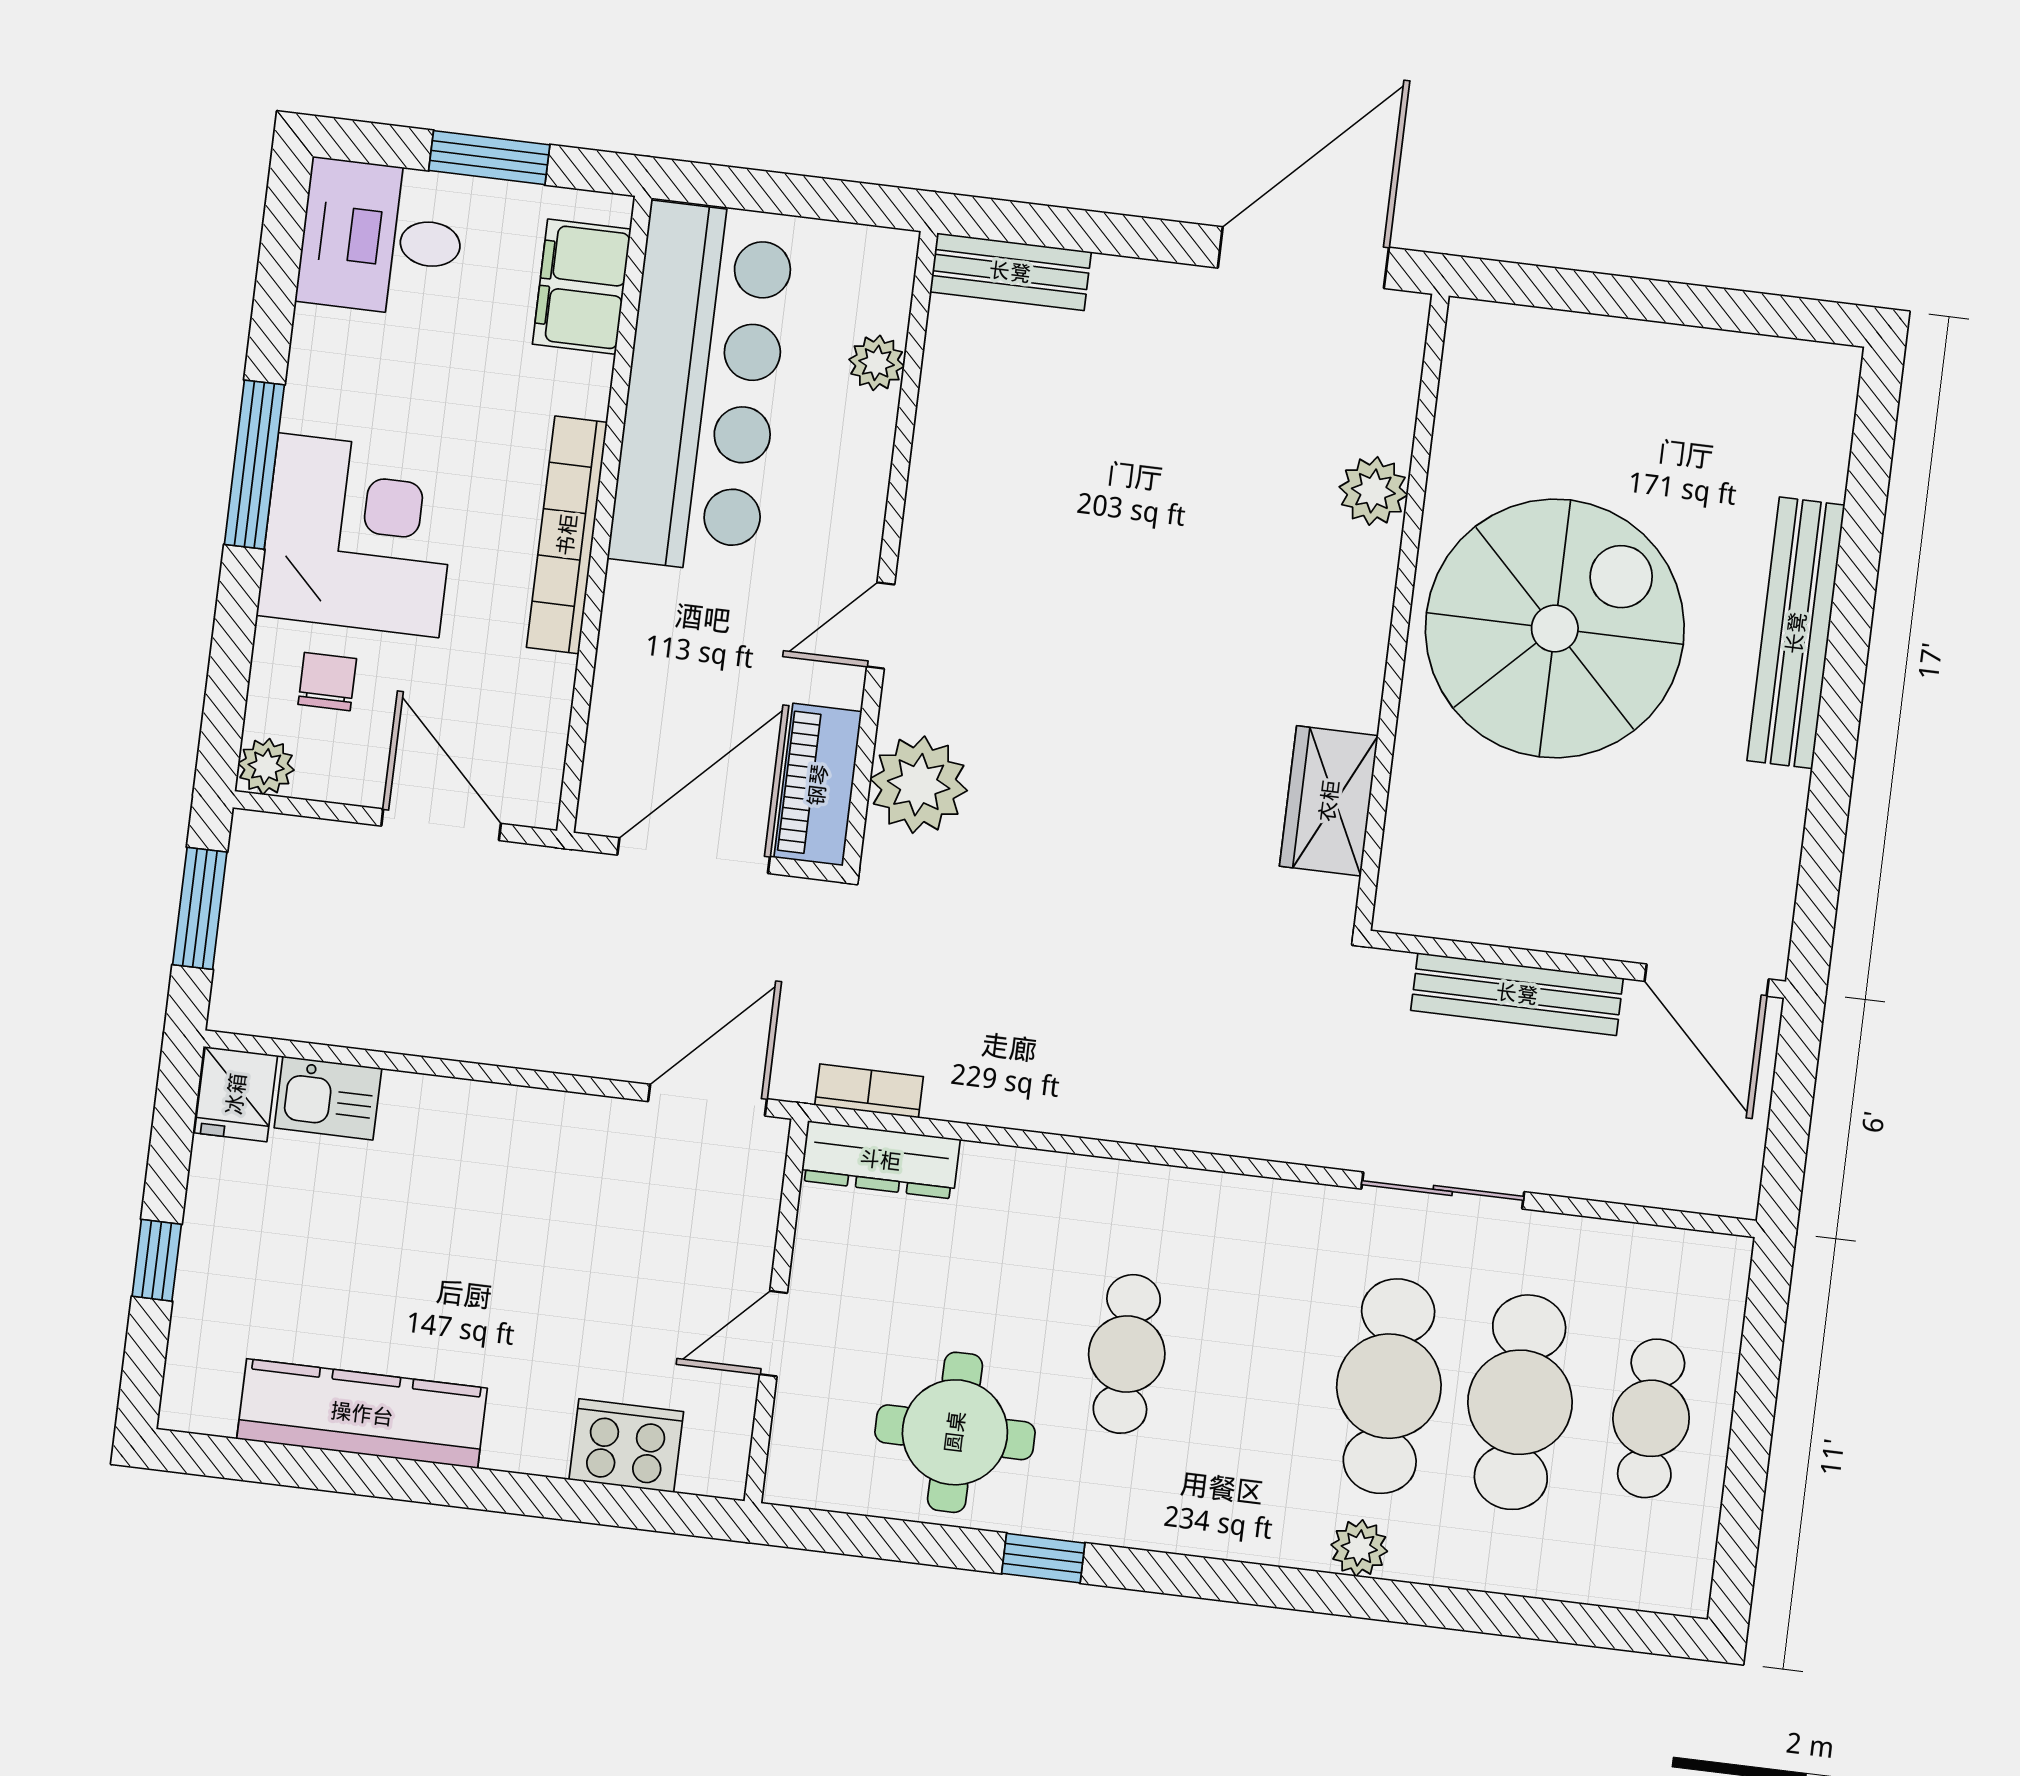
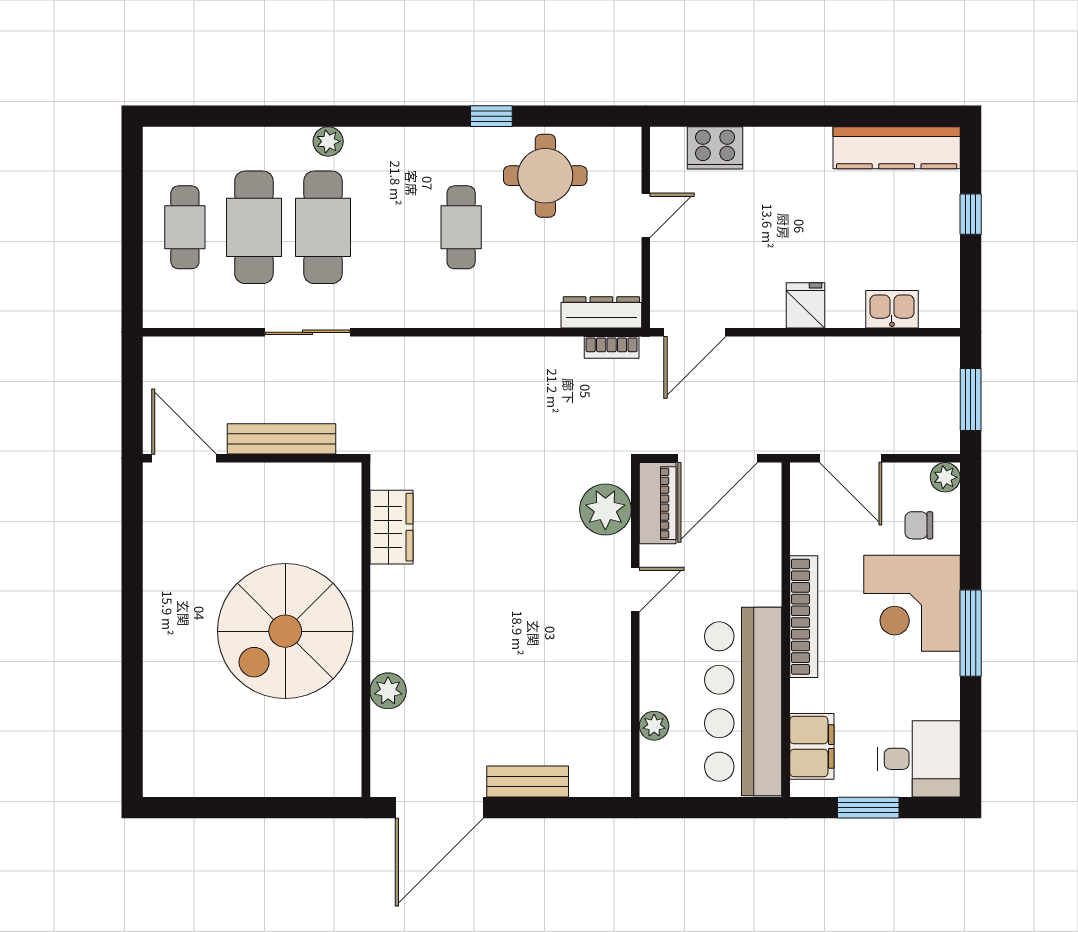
bench: (1010, 272) -> (528, 781), moved
bench: (1796, 633) -> (160, 644), removed
chair: (327, 682) -> (919, 525), turned 90
fridge: (236, 1094) -> (806, 305), moved
kitchen counter: (362, 1414) -> (897, 148), moved

